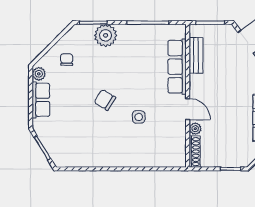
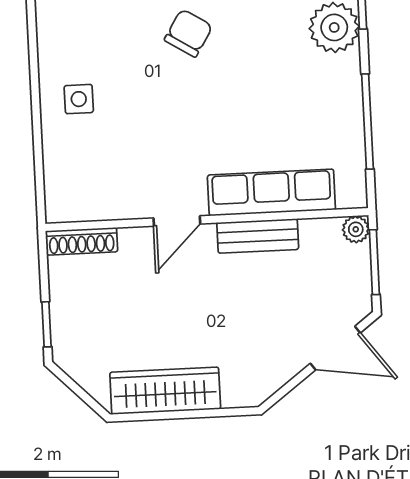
bench: (196, 55) -> (258, 236), moved
side table: (139, 117) -> (79, 99), moved
plant: (195, 129) -> (356, 229), moved

